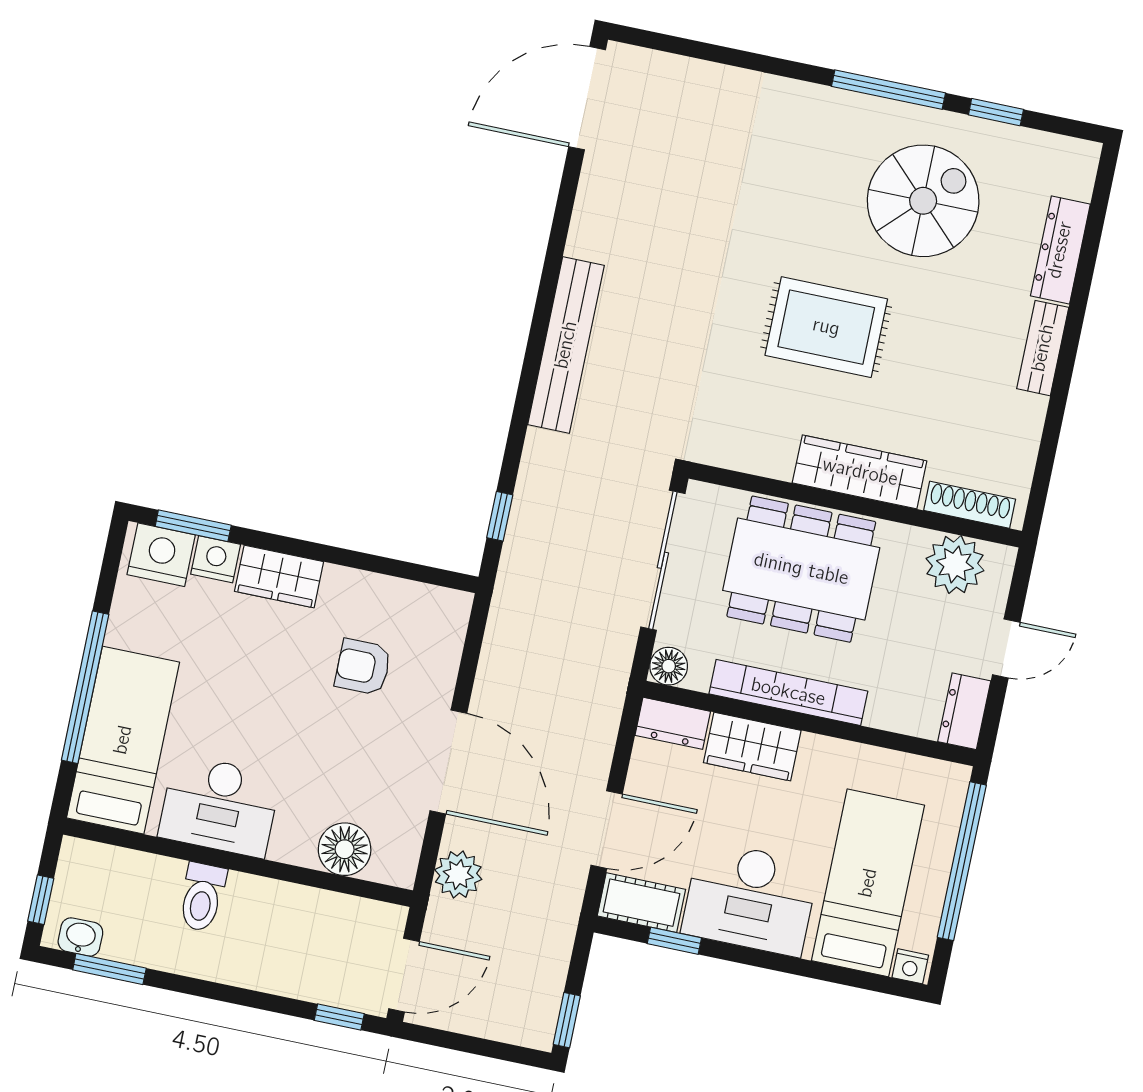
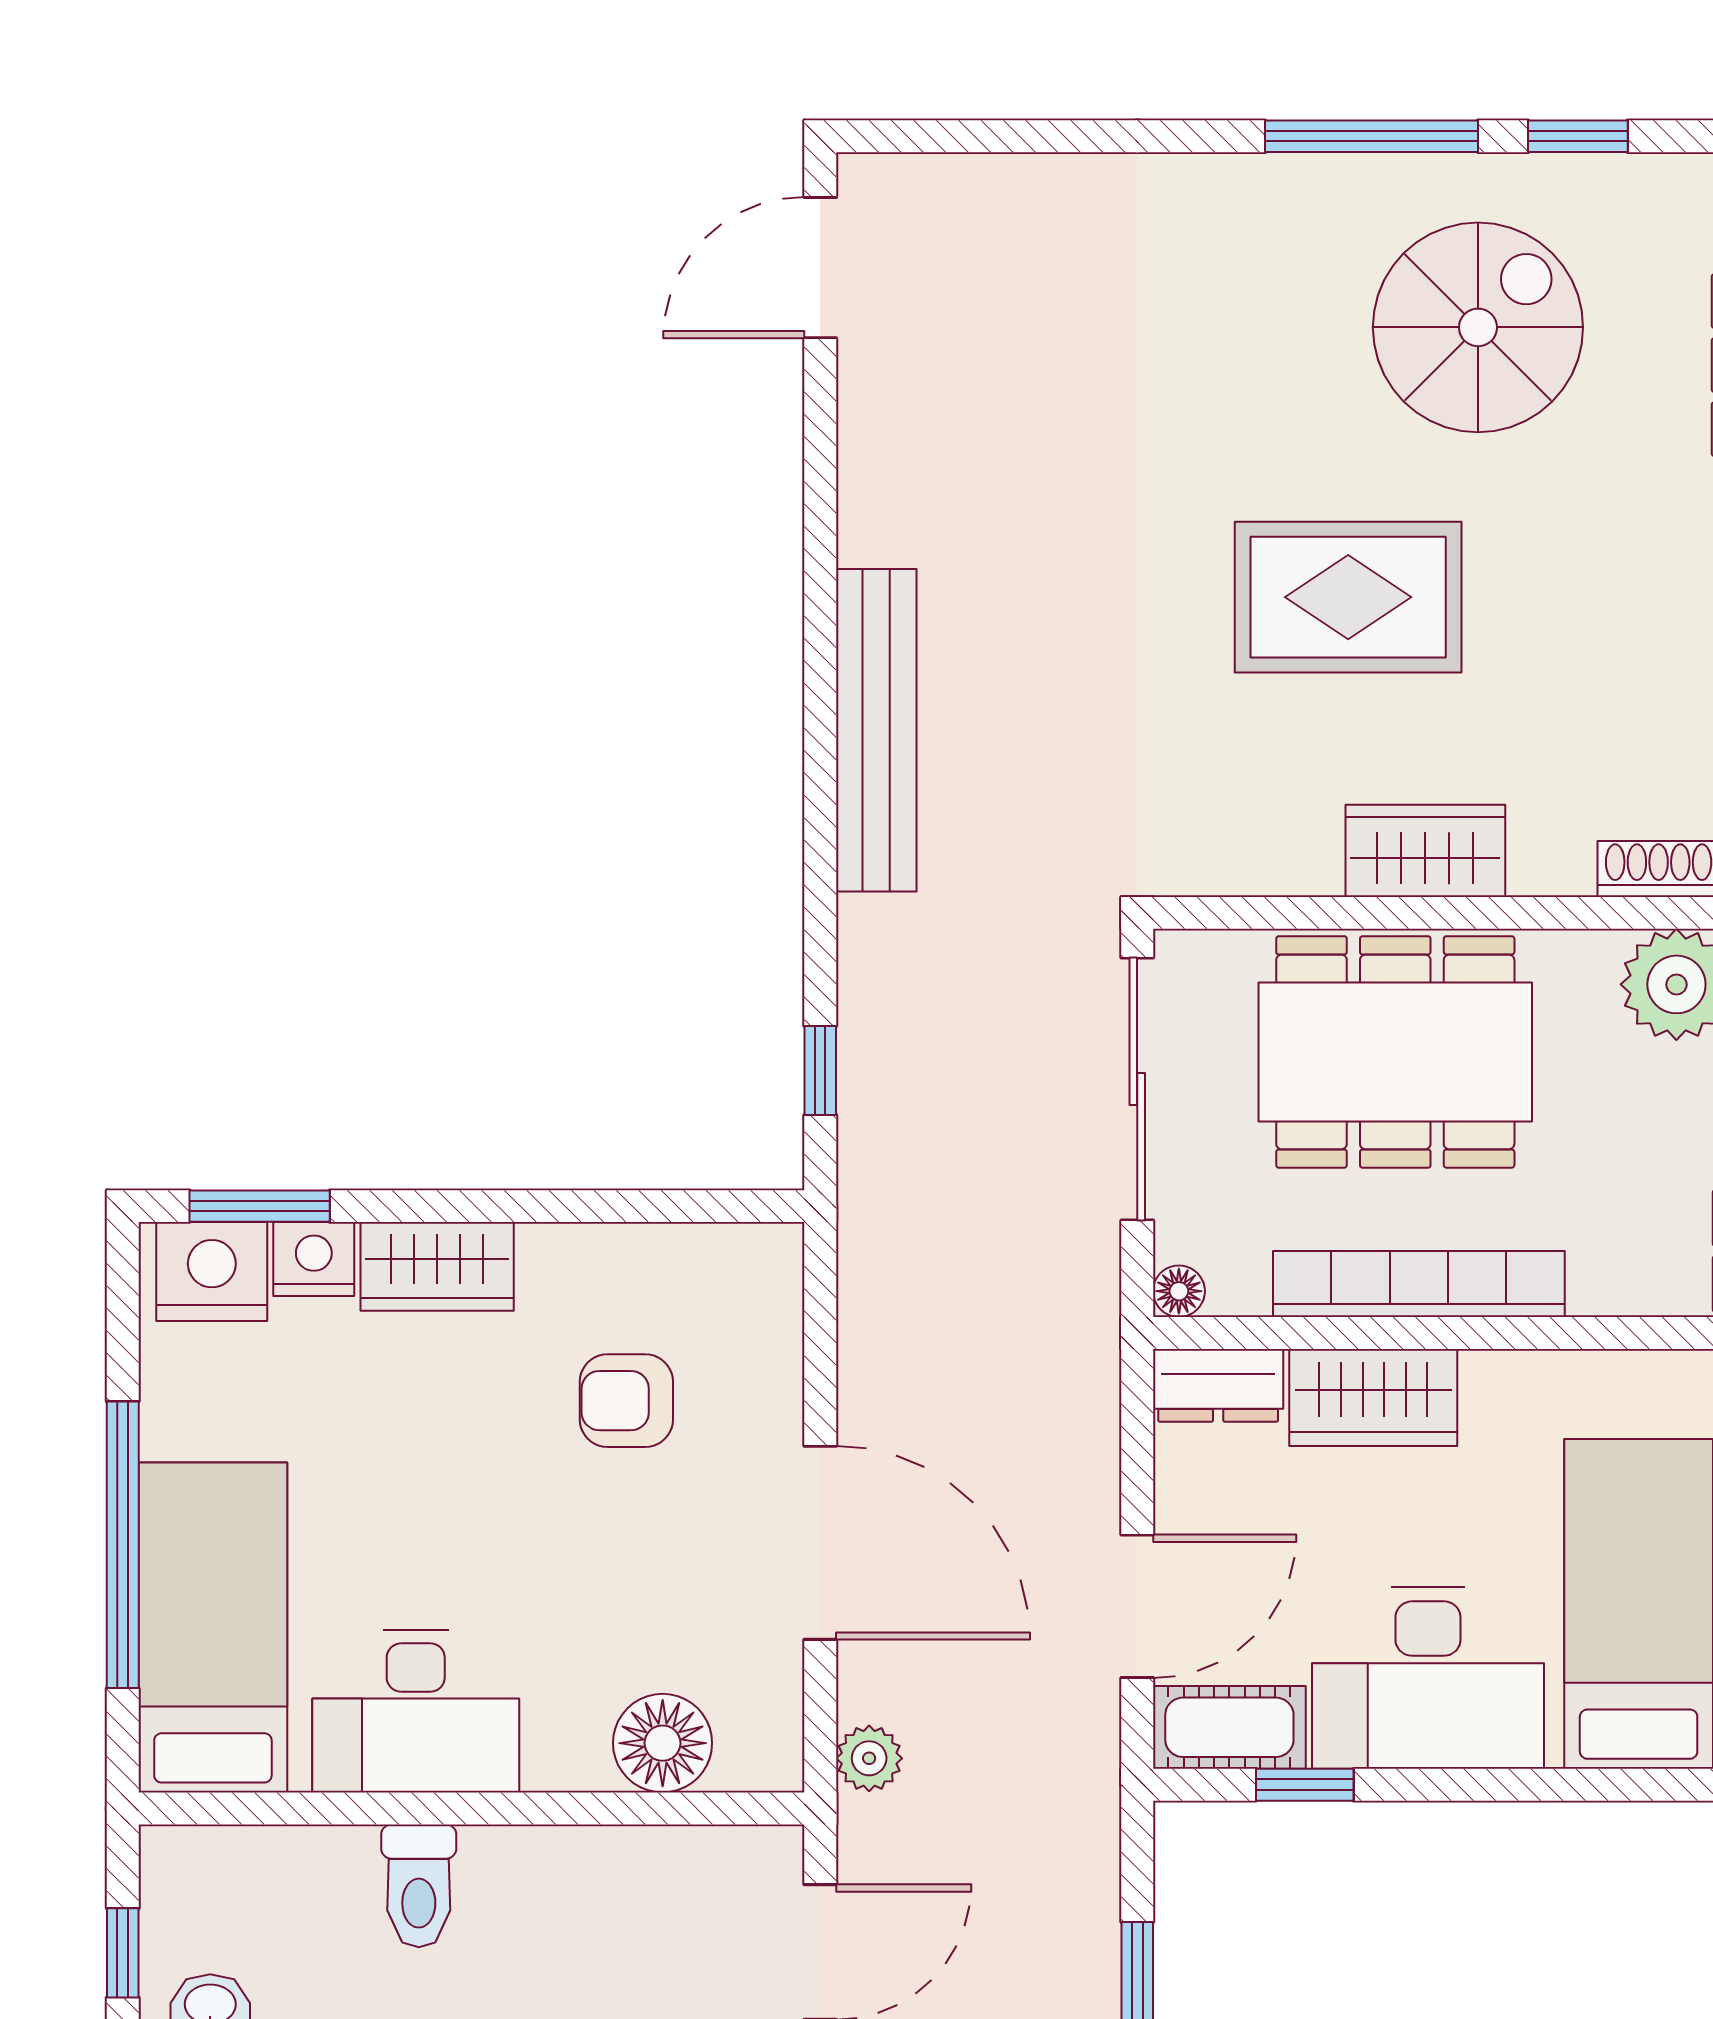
door: (587, 98) -> (820, 268), width x0.73
wardrobe: (860, 472) -> (1425, 851), width x0.67
floor lamp: (669, 666) -> (1179, 1291), width x0.73, depth x0.73
plant: (458, 874) -> (869, 1758), width x0.73, depth x0.73

